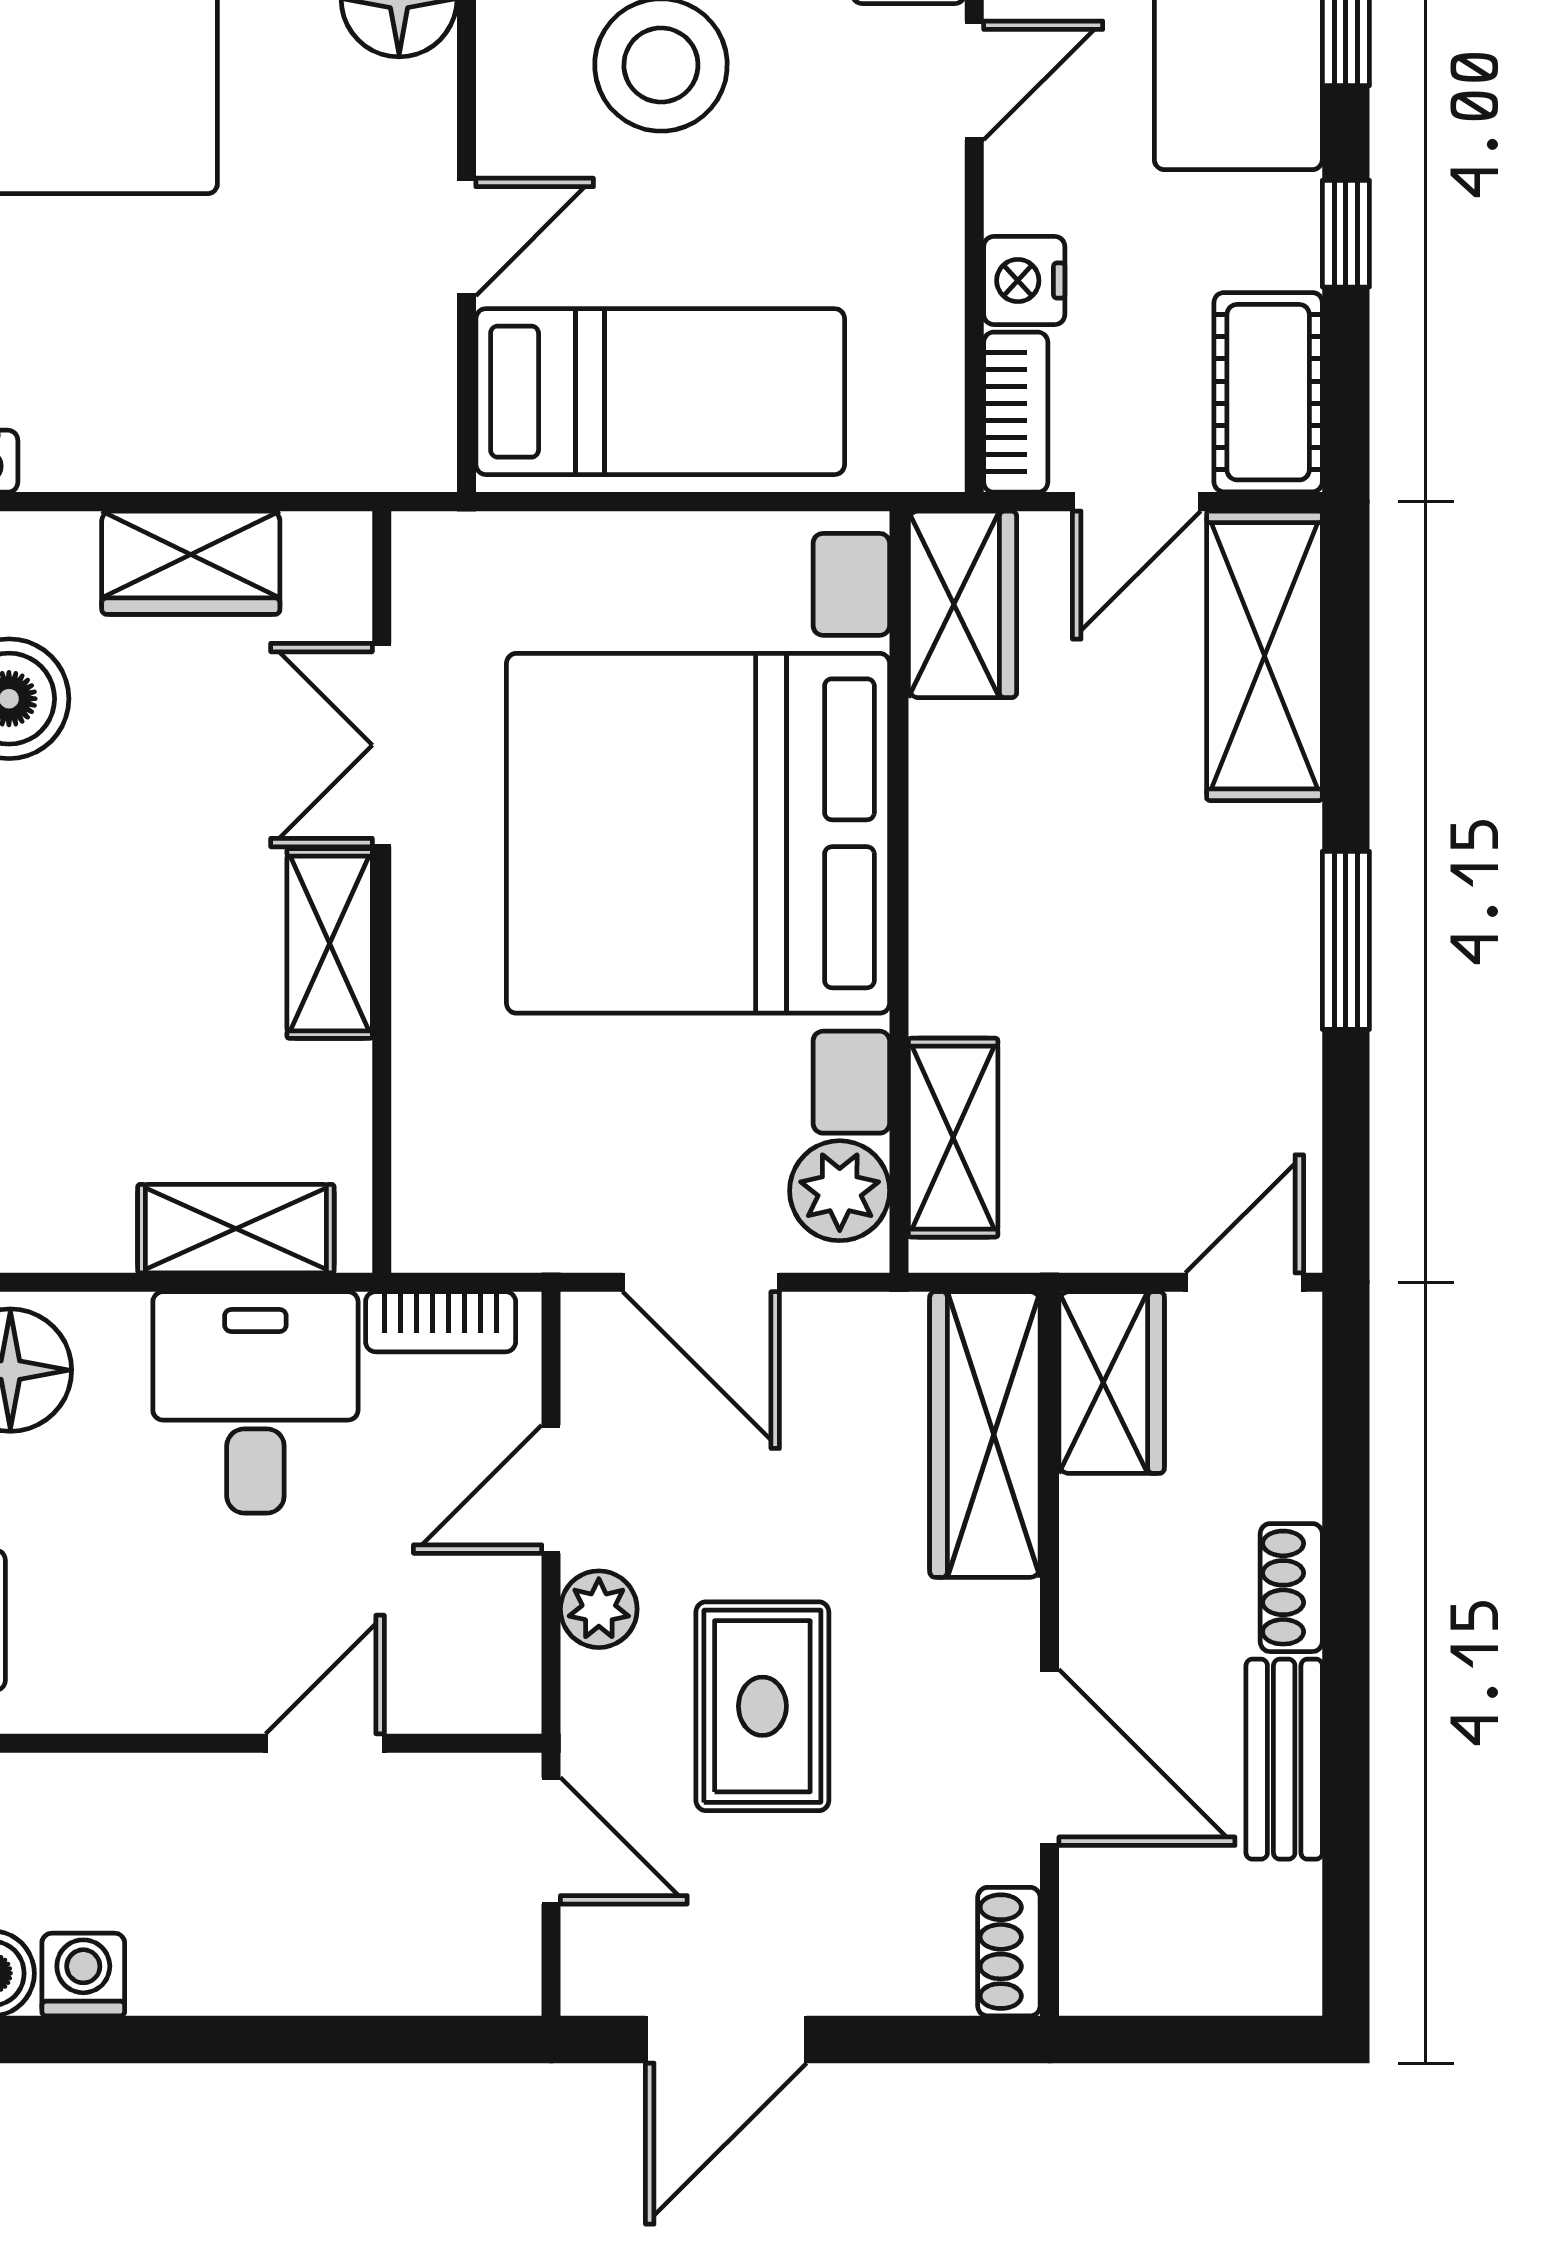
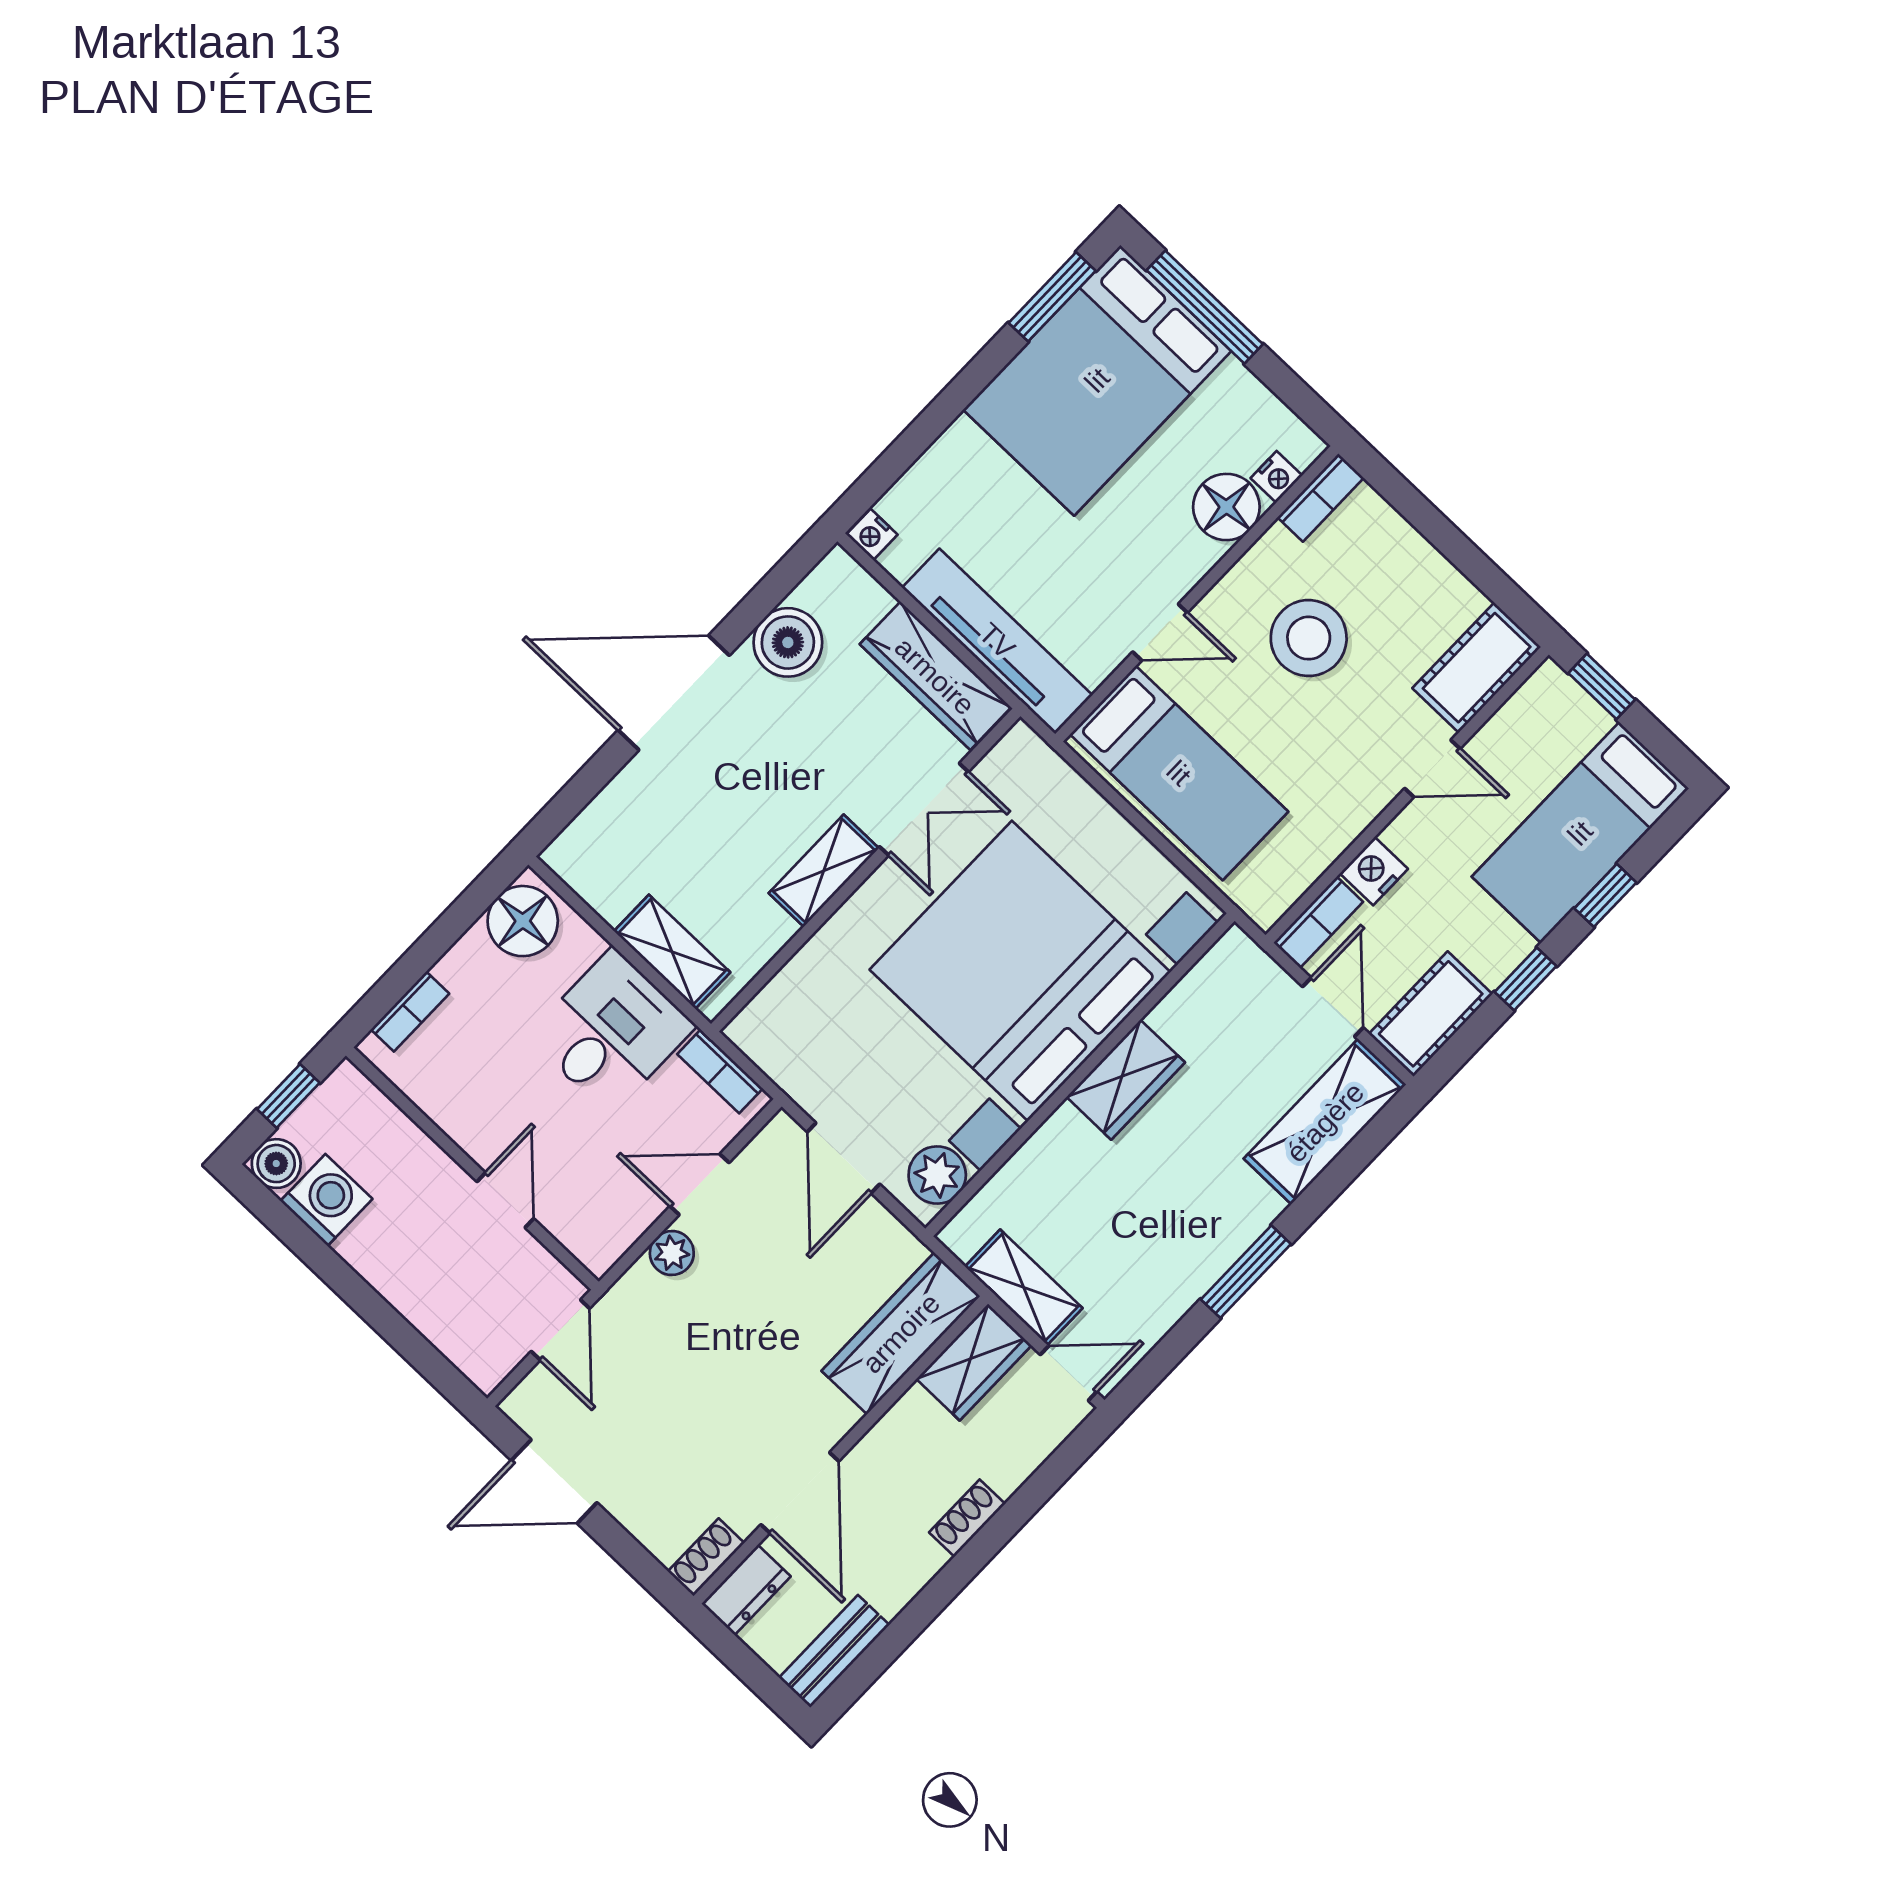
tv unit: (272, 445) -> (997, 641), added
door: (1137, 502) -> (1333, 1007), swing flipped
wardrobe: (191, 563) -> (935, 676), width x1.50
wardrobe: (963, 604) -> (1126, 1080), moved
double door: (382, 745) -> (924, 809), swing flipped
shelving: (953, 1138) -> (1024, 1287), moved, turned 90
rug: (762, 1706) -> (701, 1358), removed
door: (325, 1743) -> (505, 1200), hinge flipped
bench: (1284, 1759) -> (834, 1651), moved
dresser: (1099, 1945) -> (746, 1590), added
washing machine: (83, 1975) -> (326, 1200), width x1.38, depth x1.38

